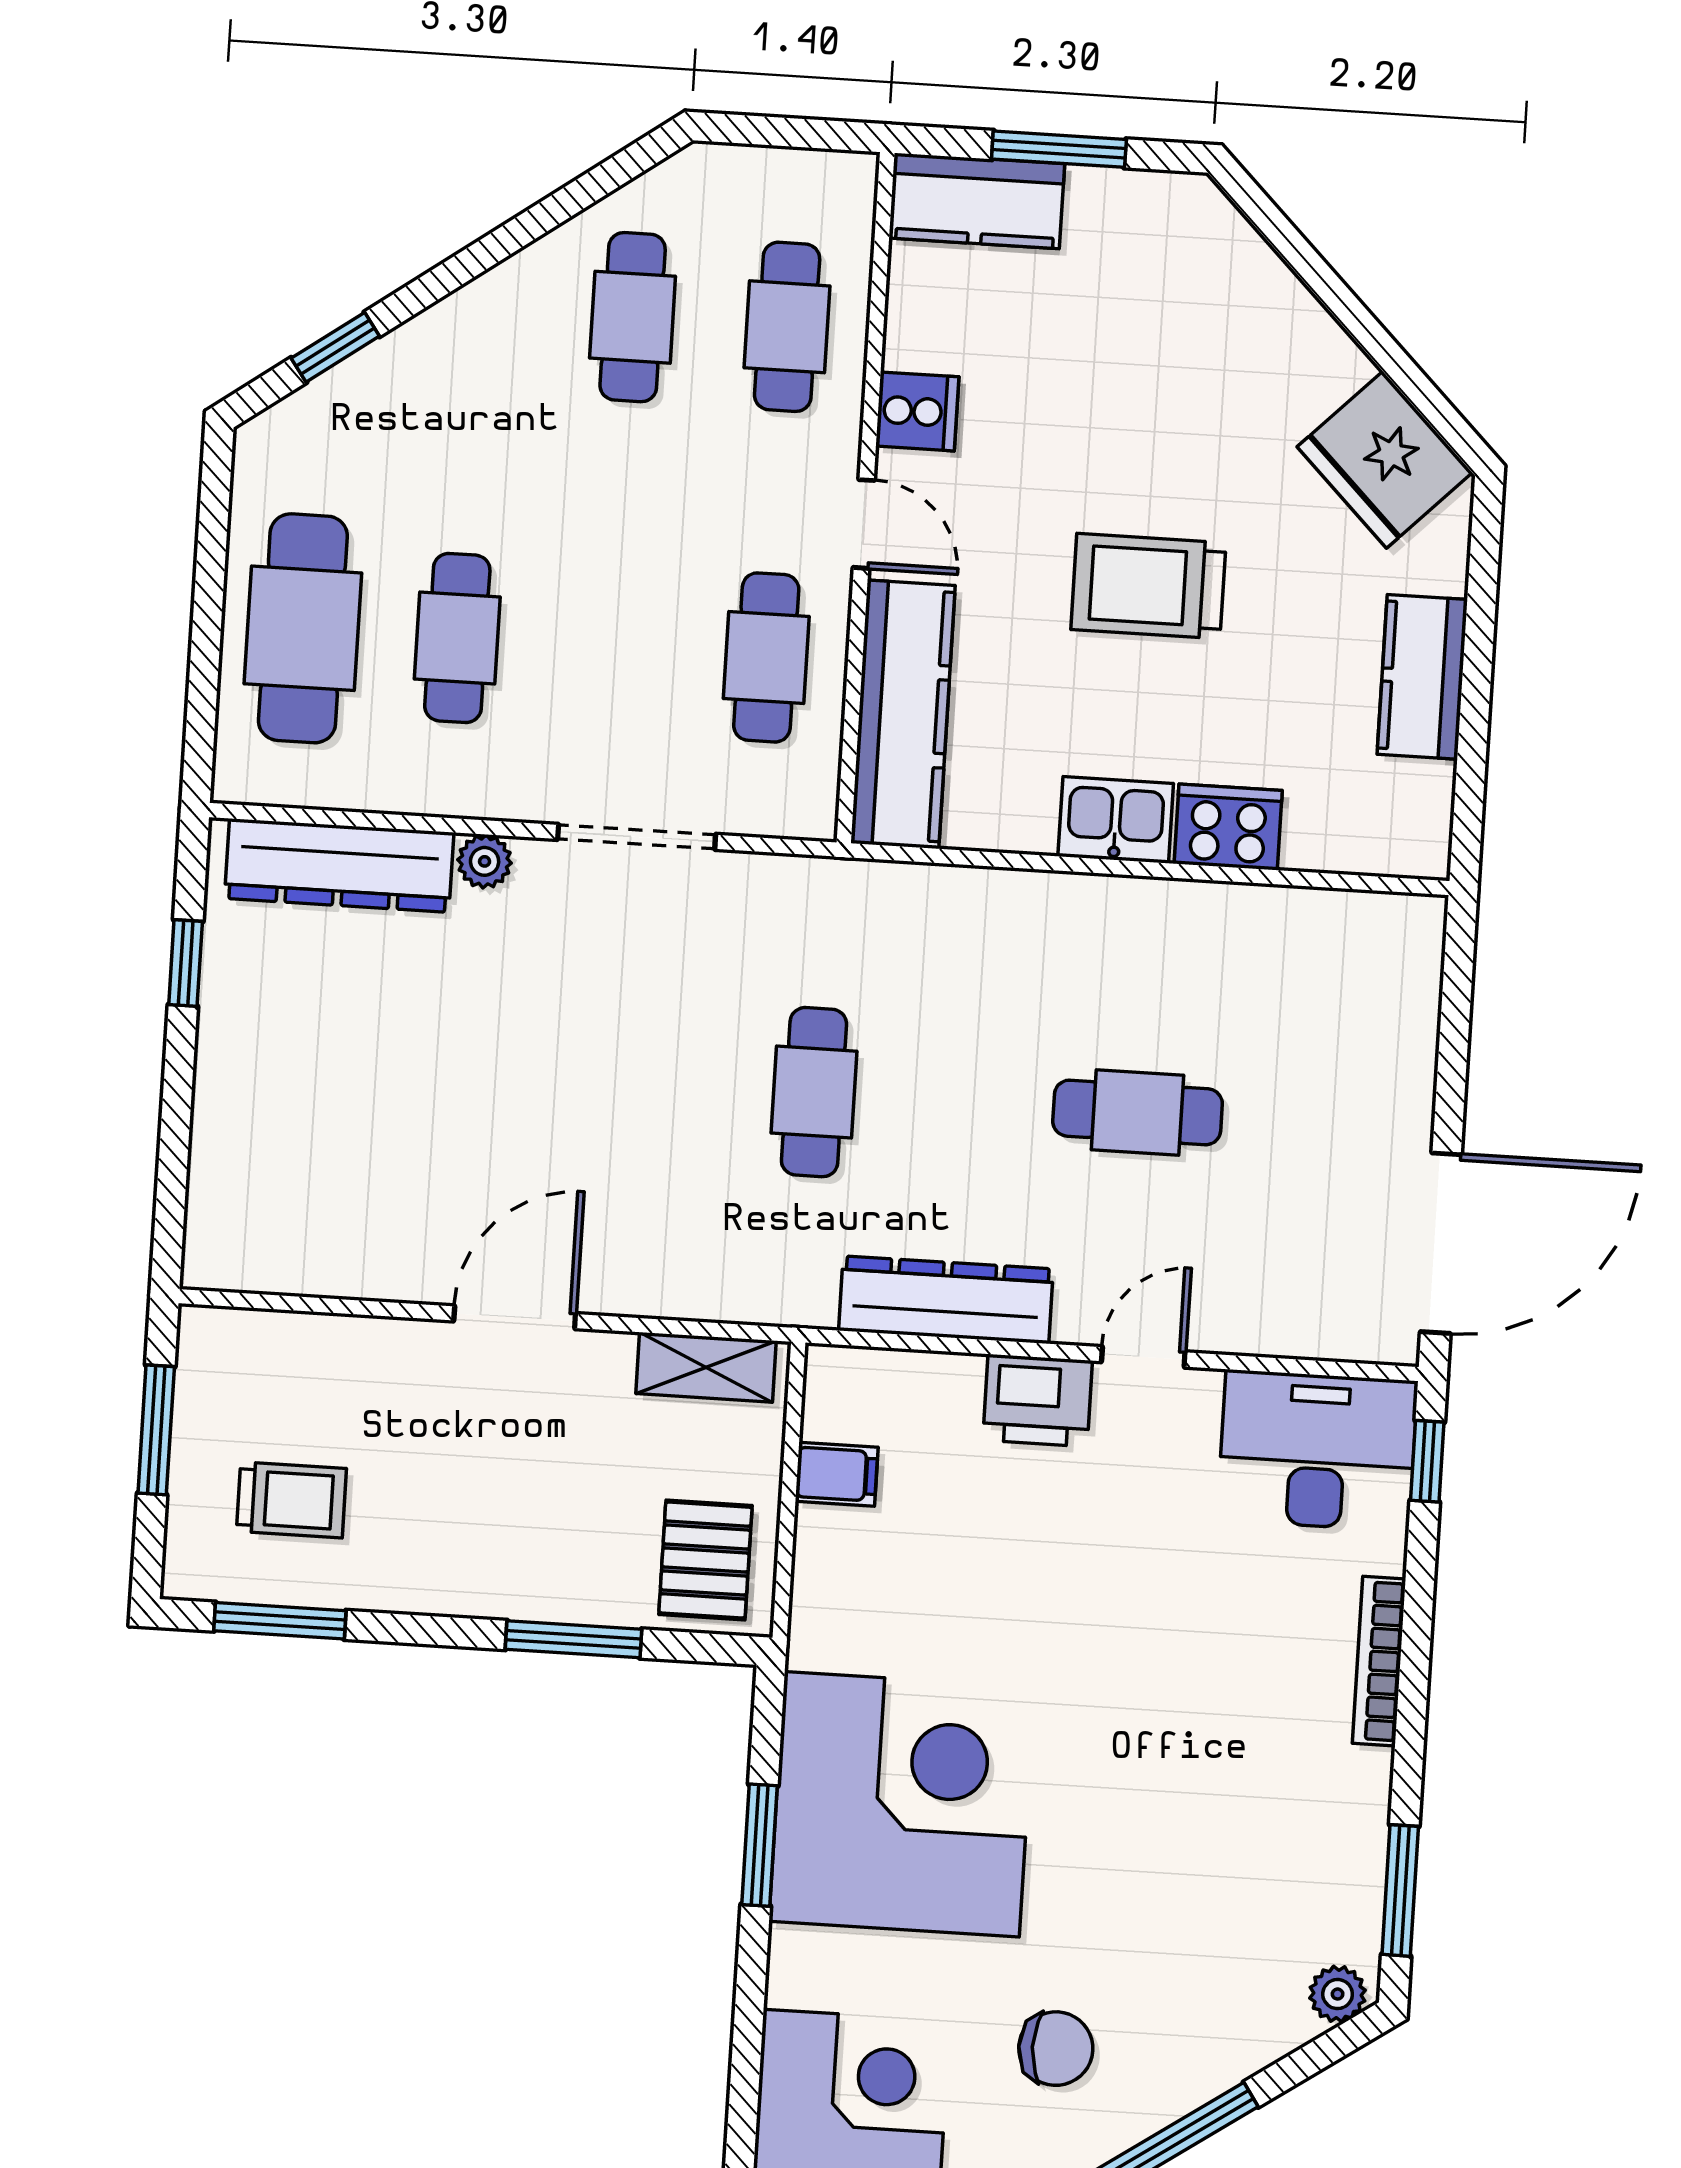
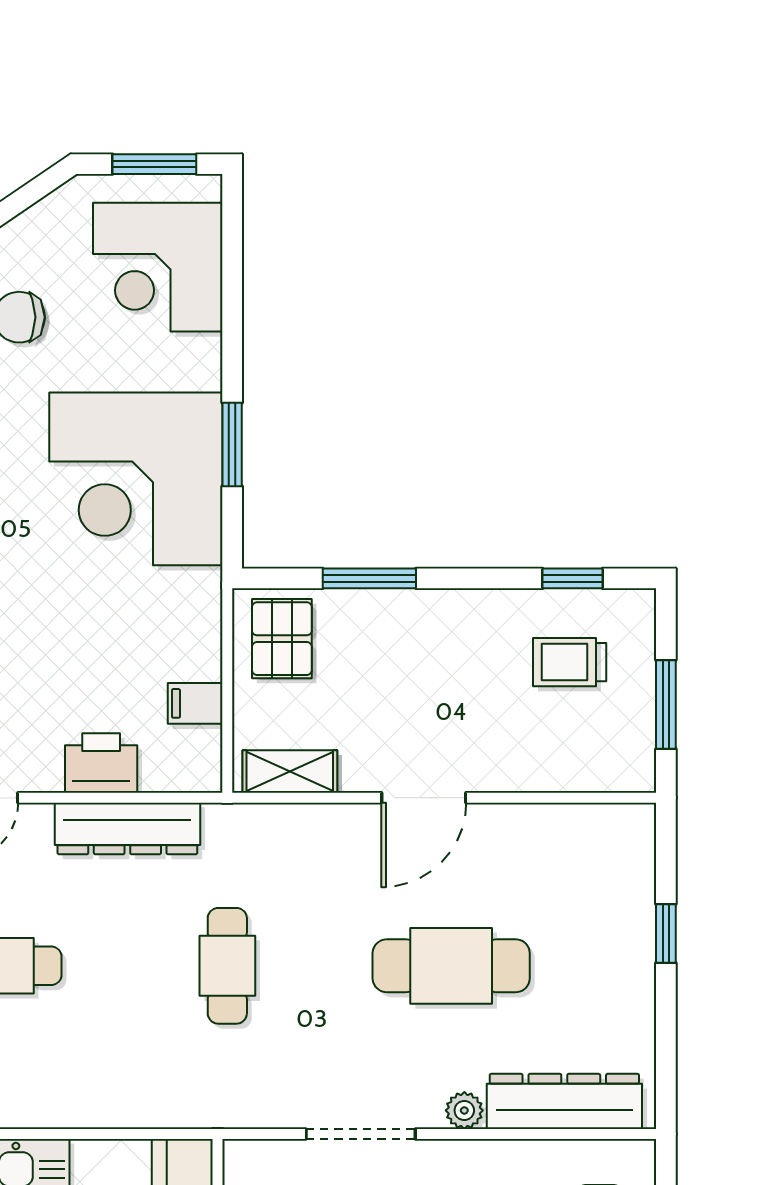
window: (186, 963) -> (666, 933), moved
cafe table: (490, 1072) -> (451, 966), added
printer: (1038, 1400) -> (101, 763), moved
window: (280, 1621) -> (572, 578), width x0.67

